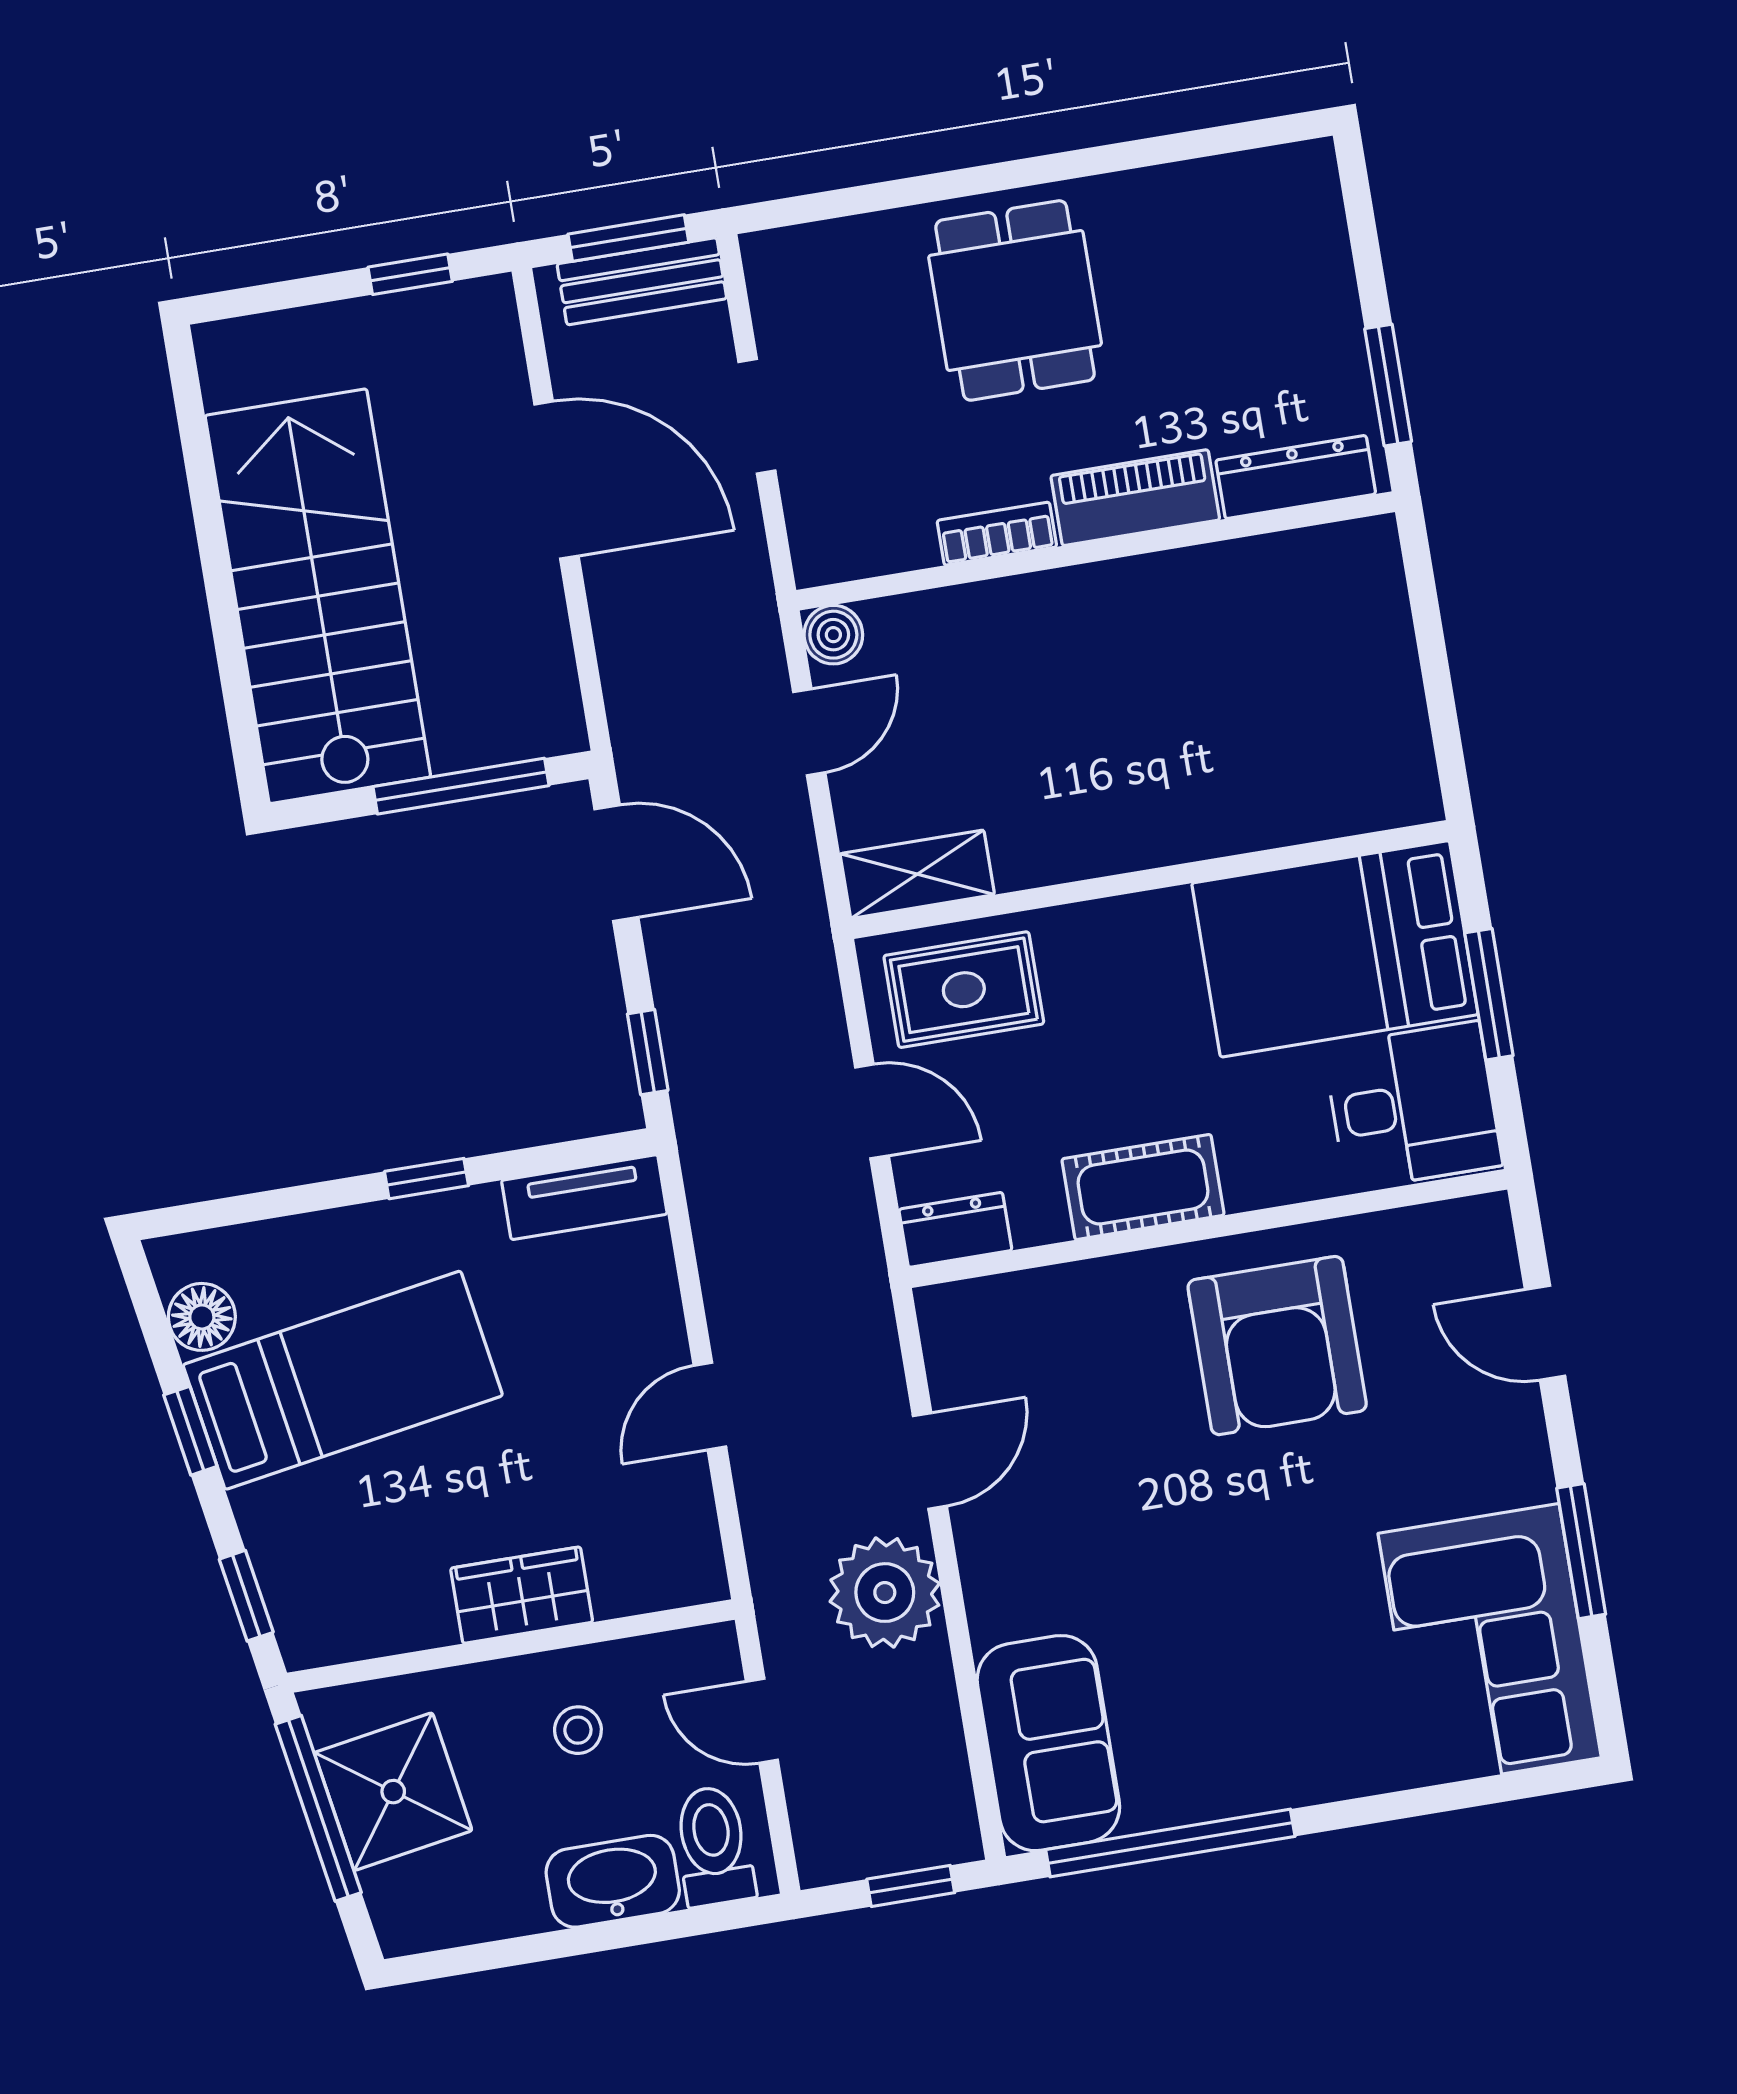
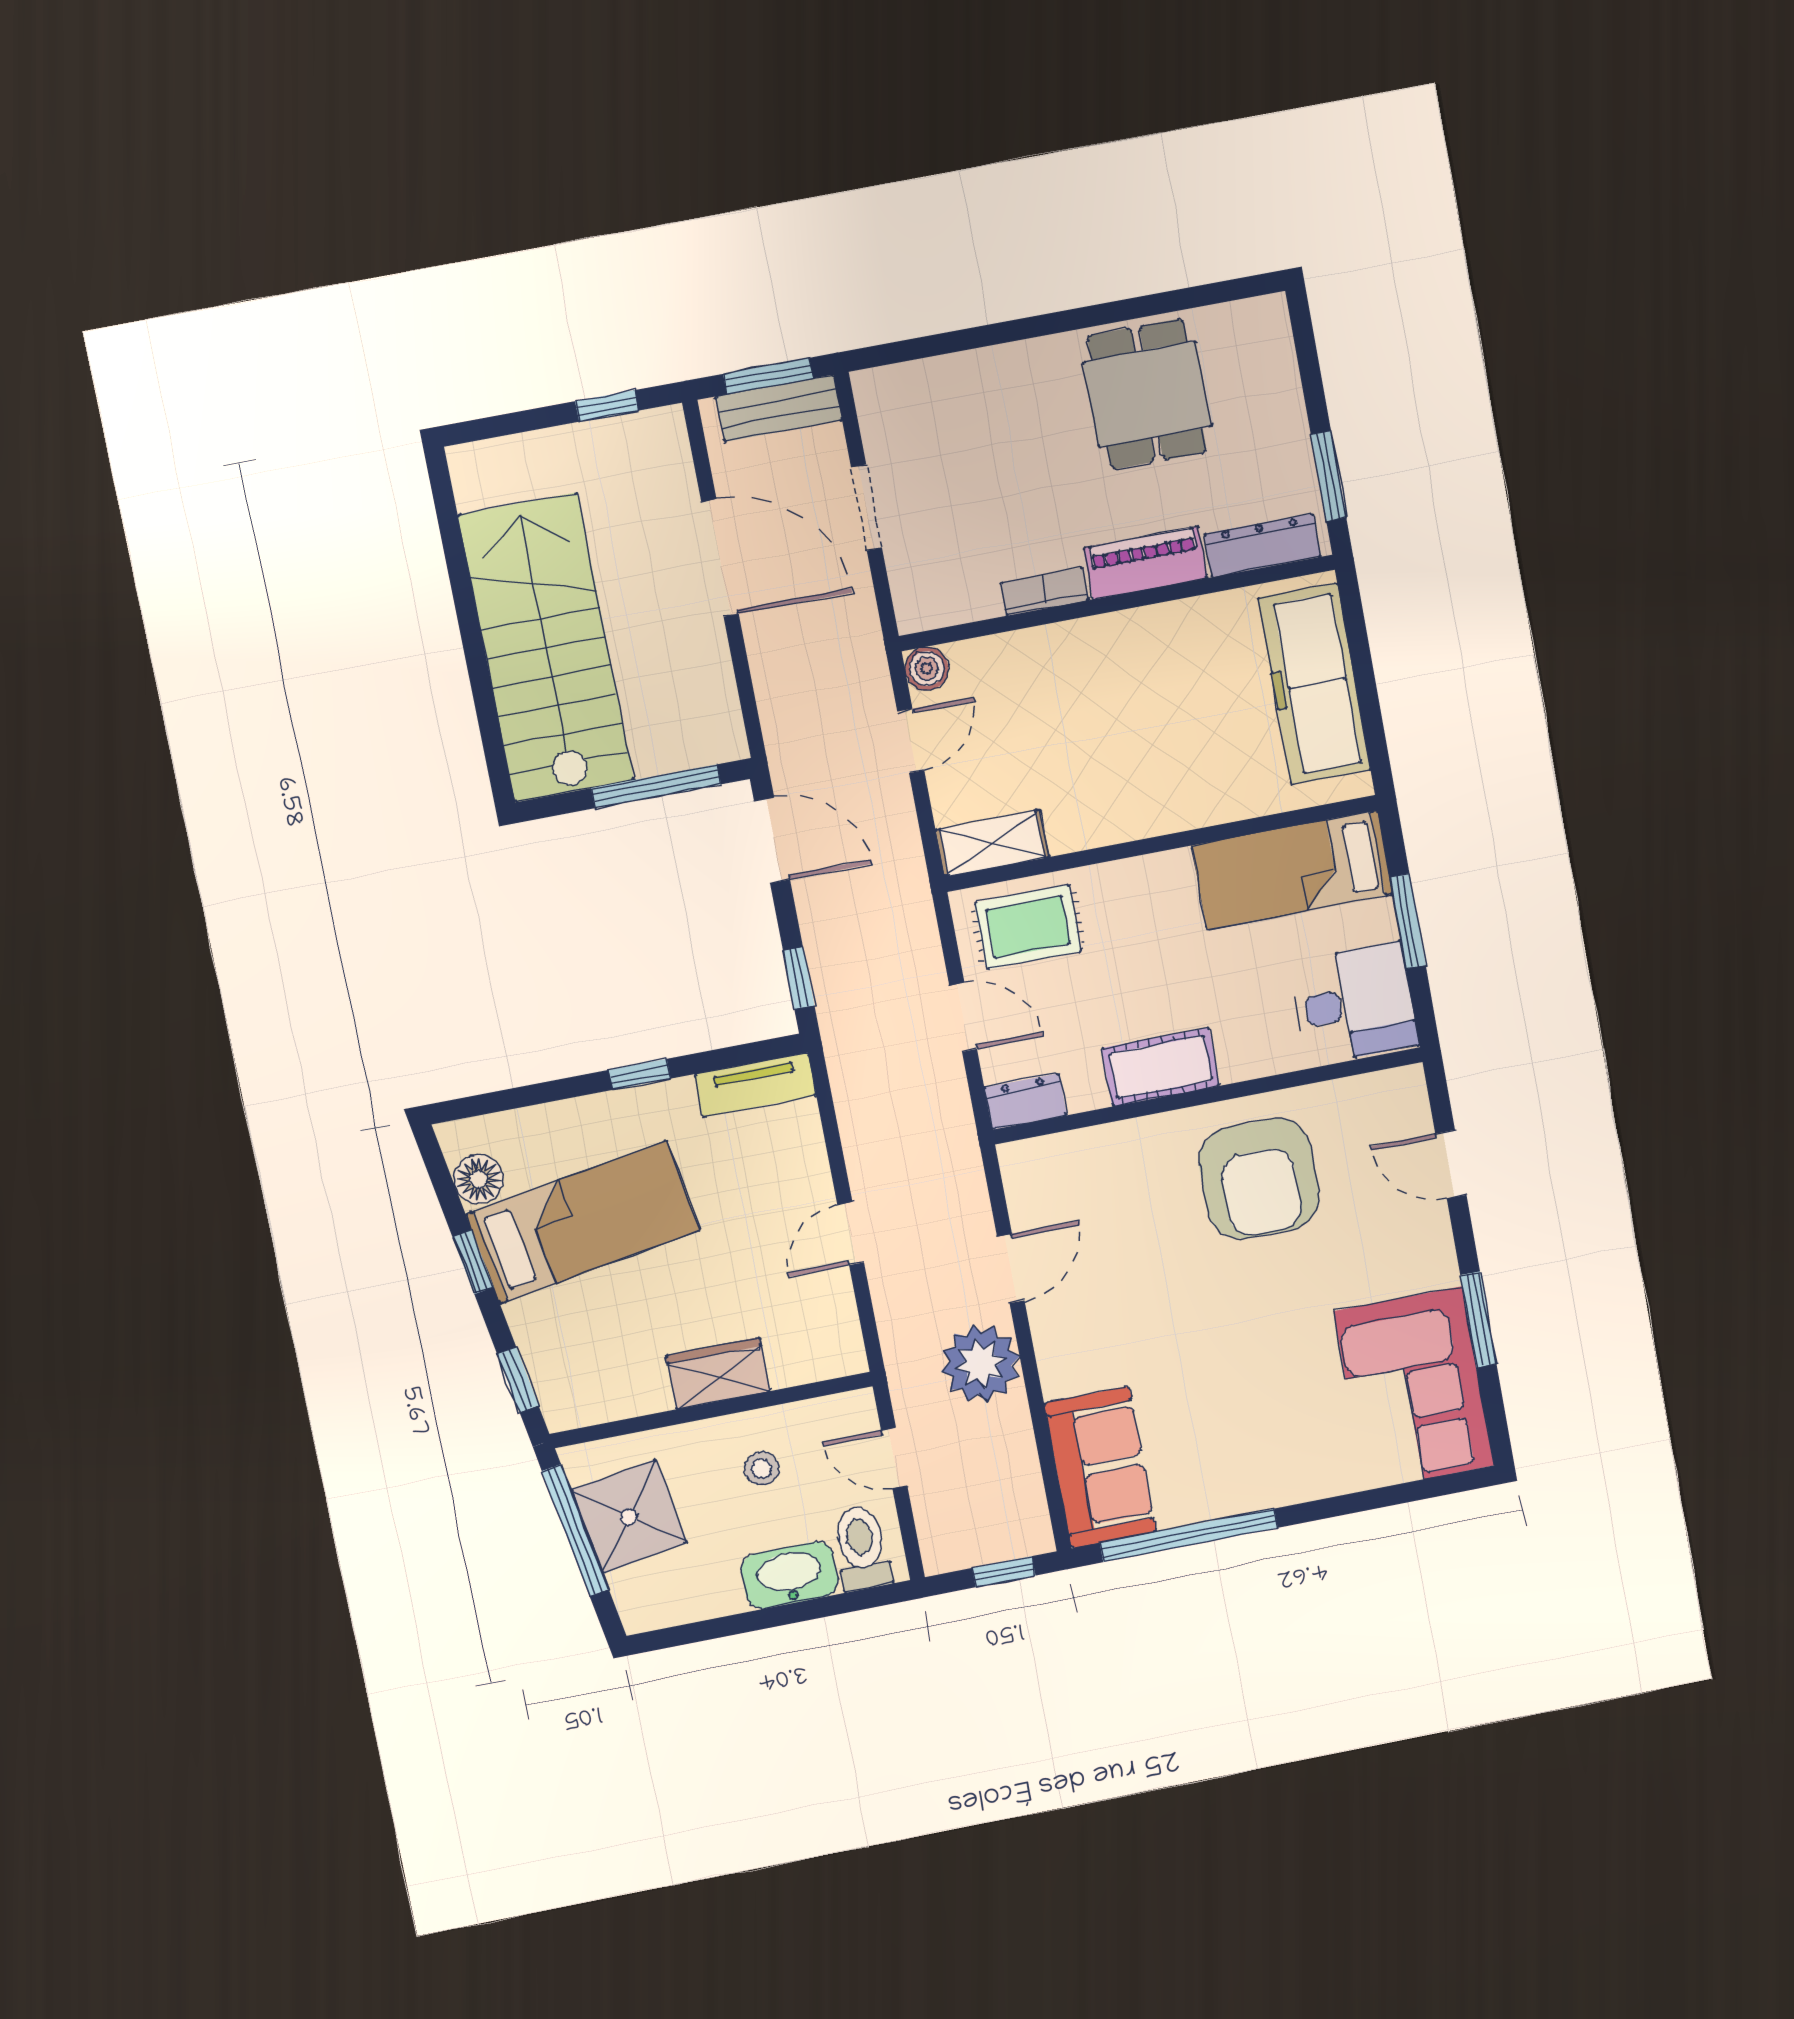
dining table: (1015, 300) -> (1147, 394), moved
freezer: (1364, 667) -> (1314, 684), added
bed: (1335, 949) -> (1292, 870), width x0.67

